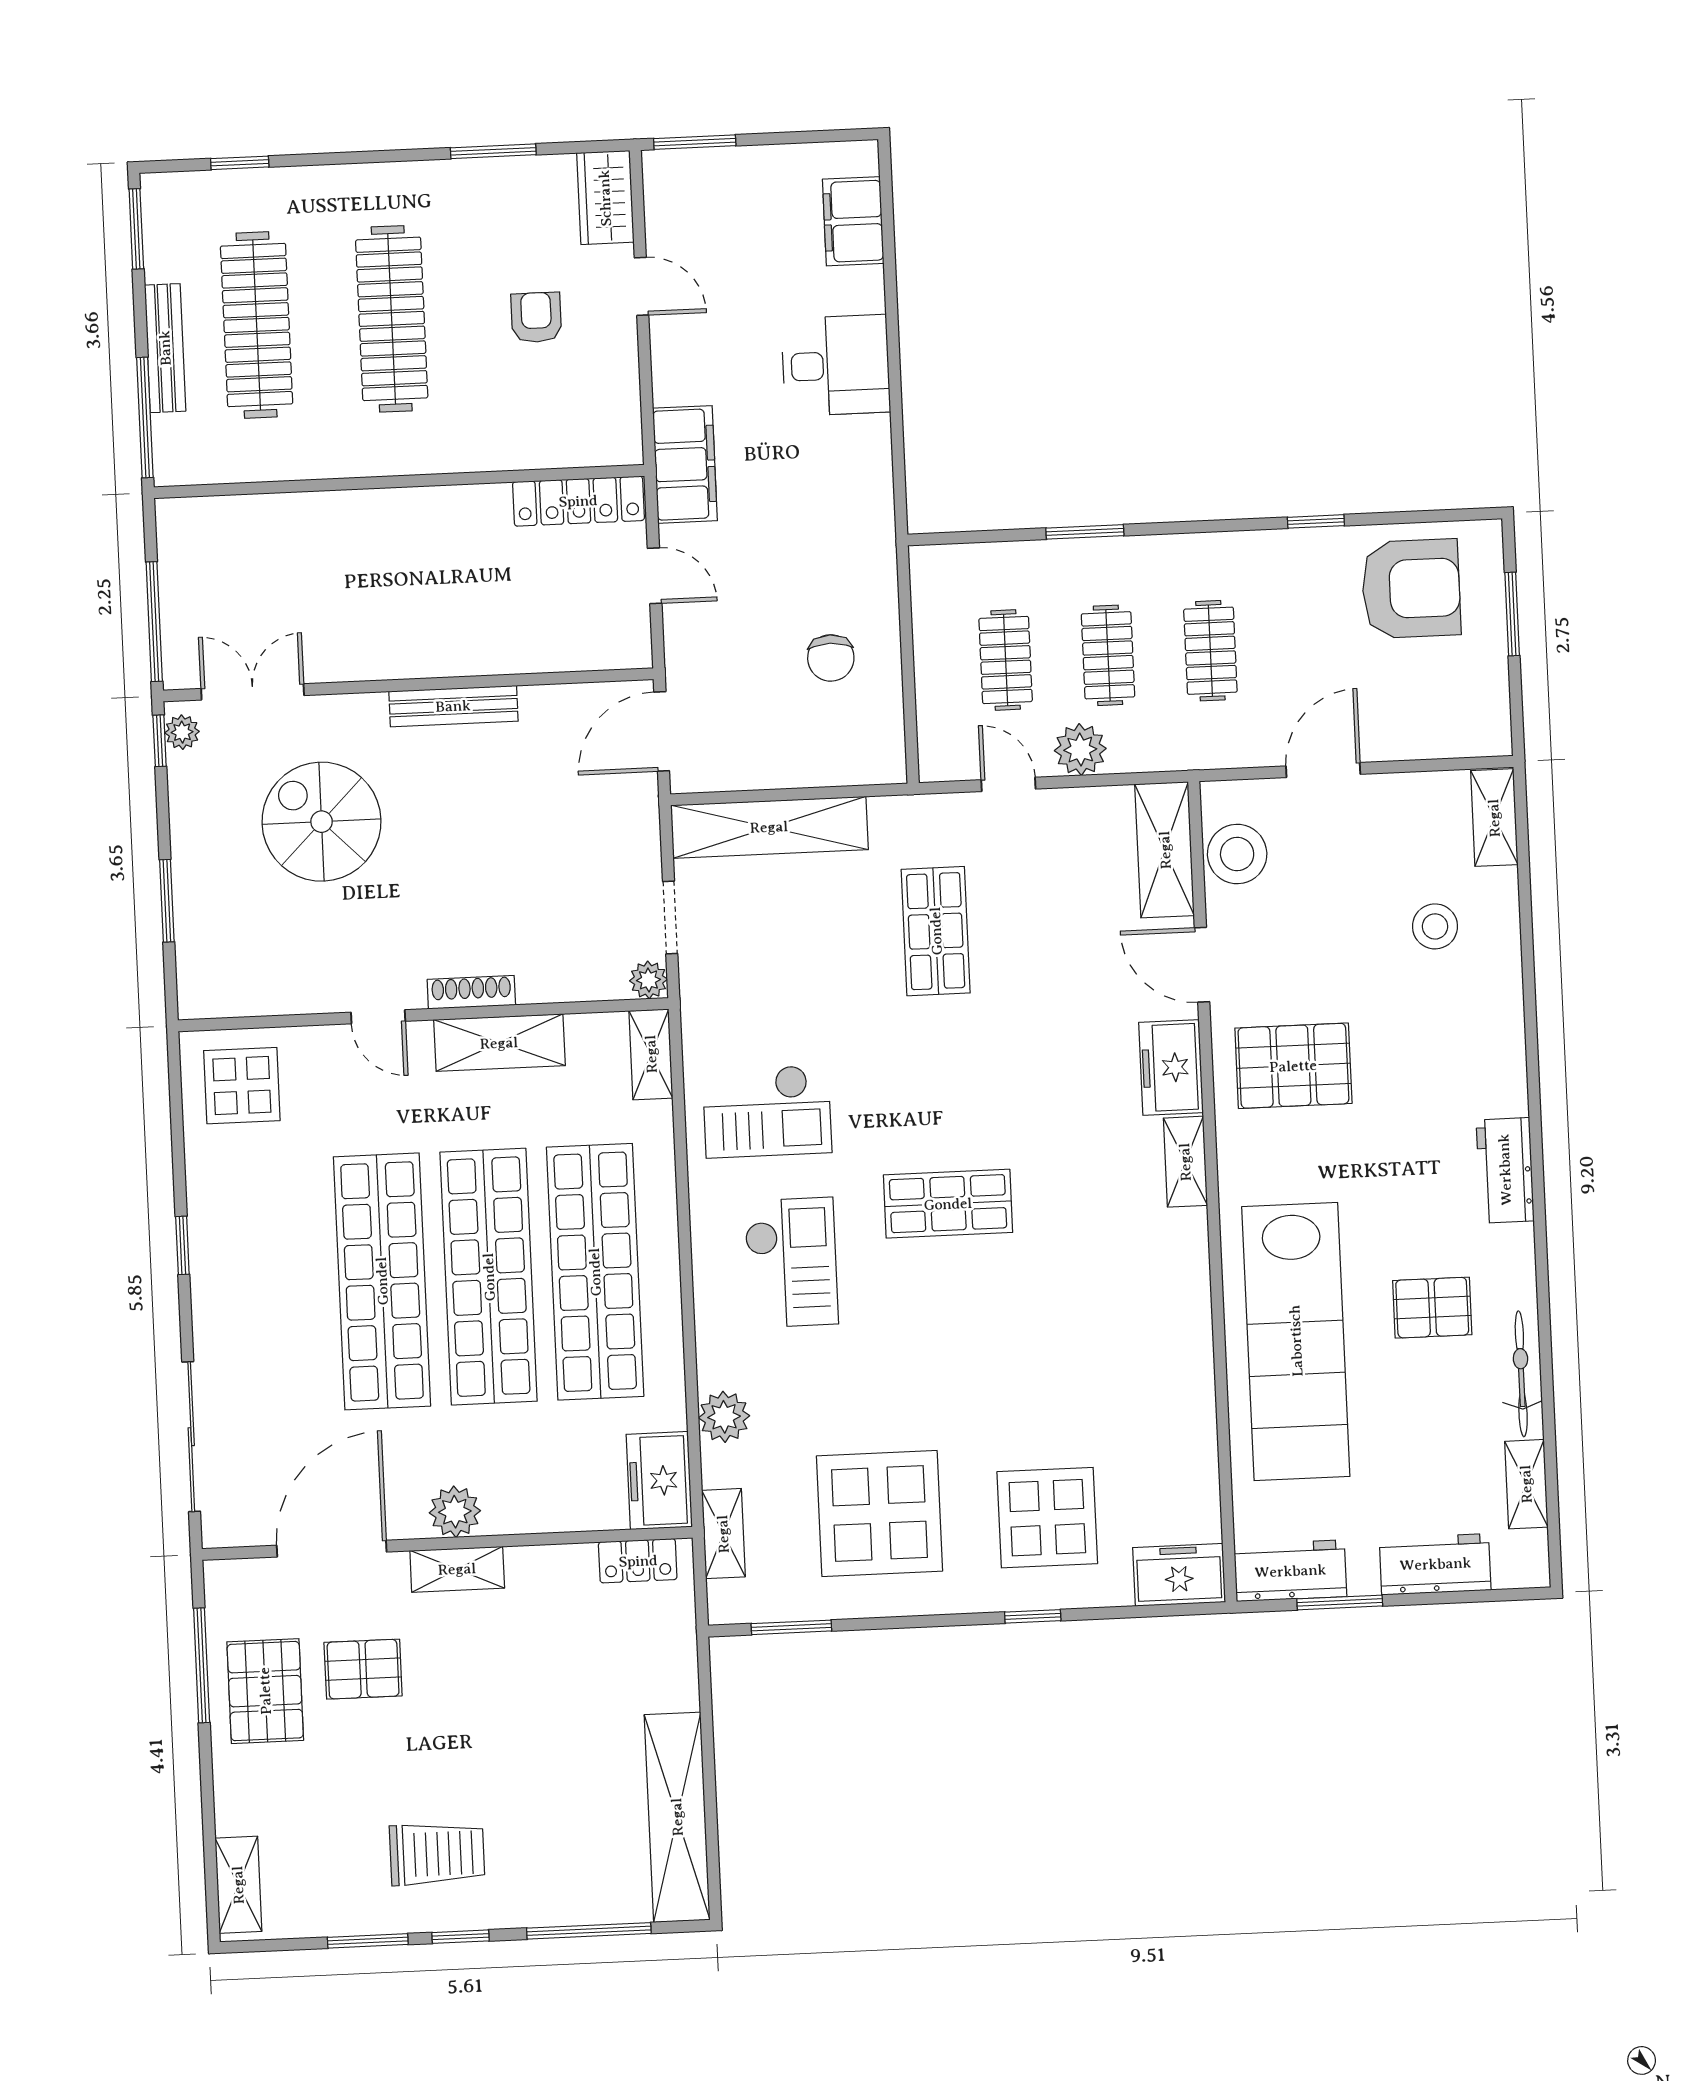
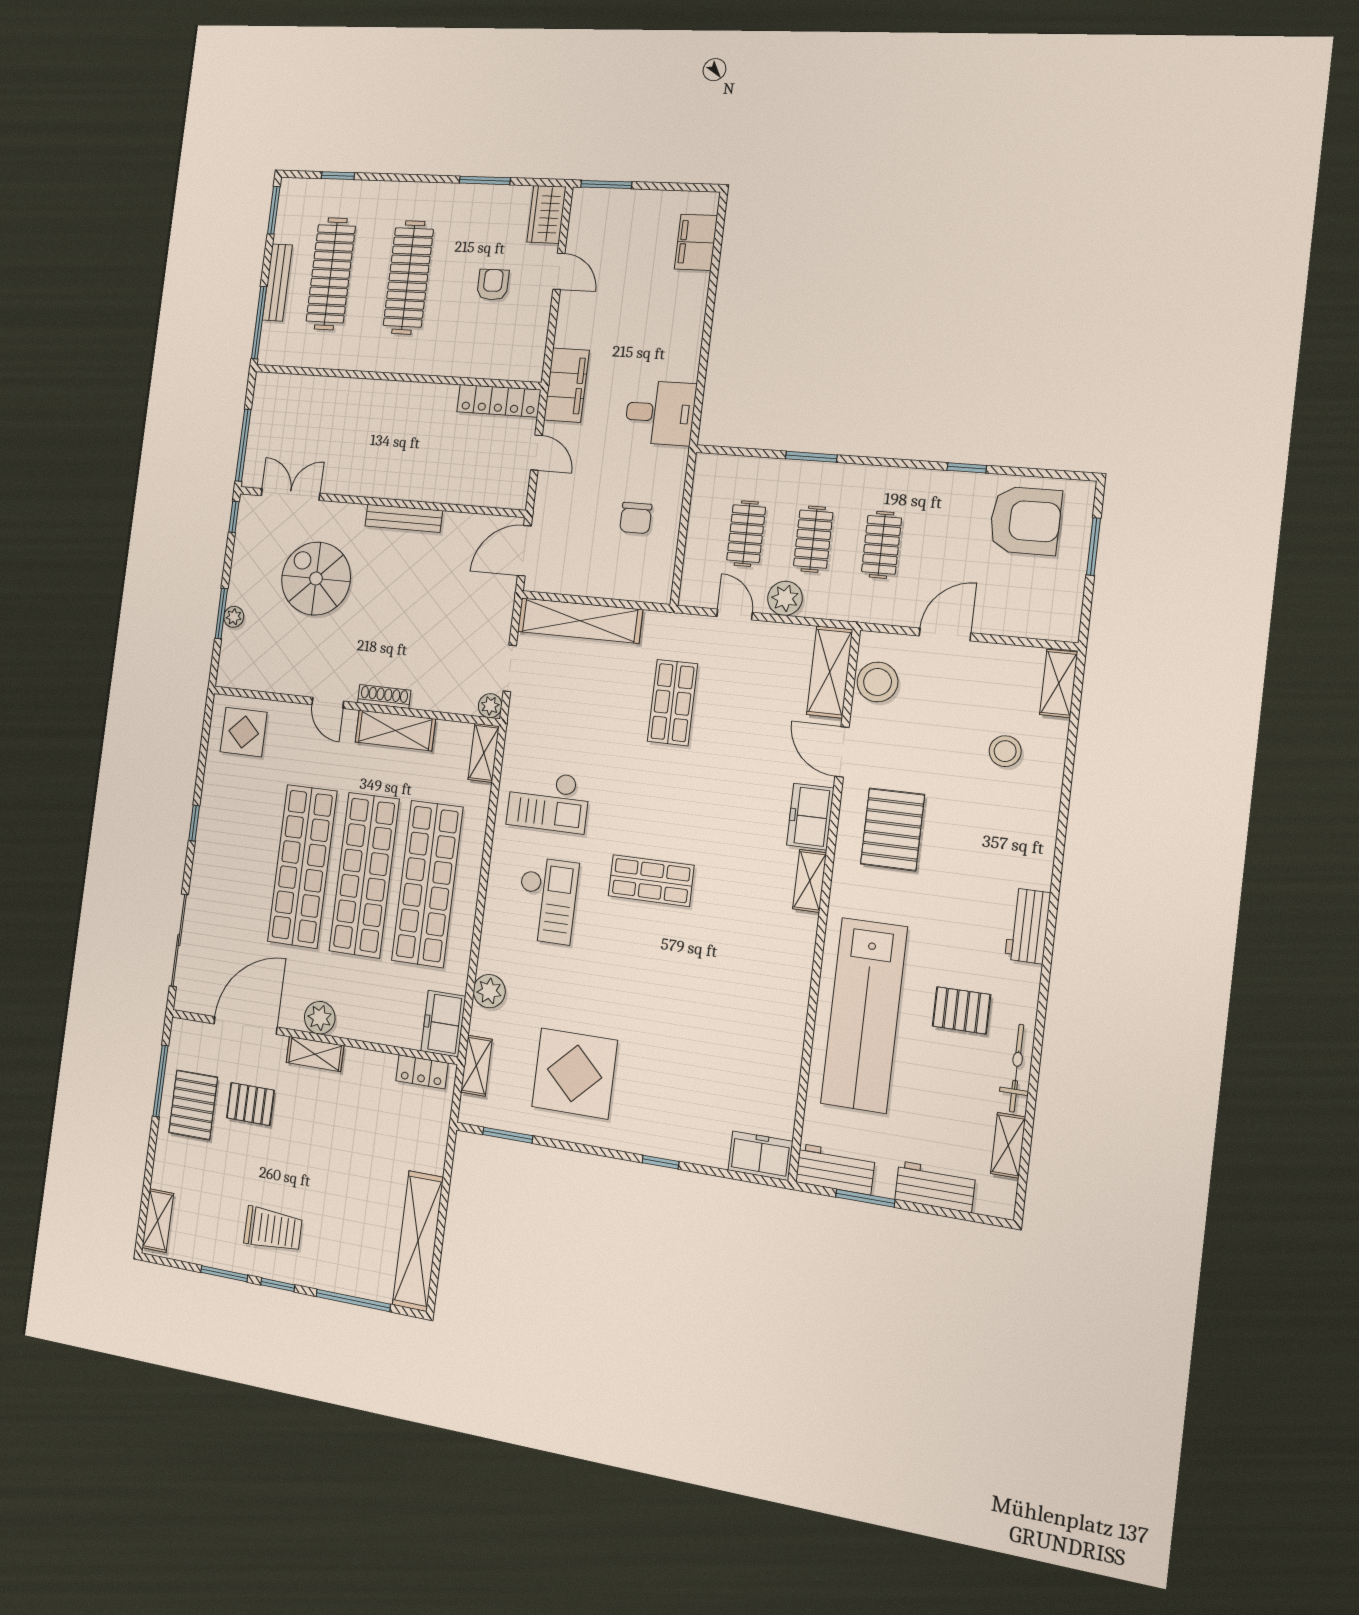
desk: (836, 365) -> (660, 413), moved
plant: (182, 732) -> (234, 617), moved
pallet: (1293, 1066) -> (893, 829), turned 90
display table: (1047, 1518) -> (681, 1099), removed

